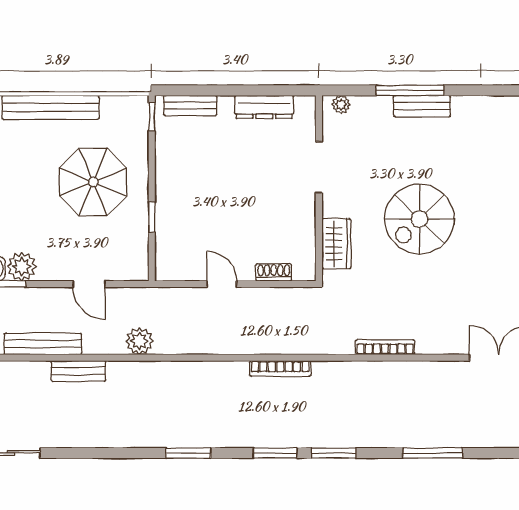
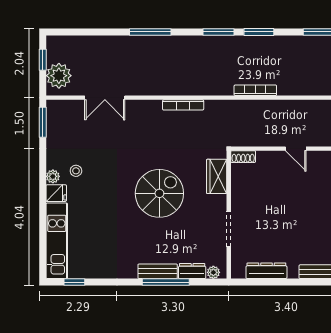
dresser: (372, 106) -> (192, 271), added
shoe rack: (274, 272) -> (243, 157), moved

